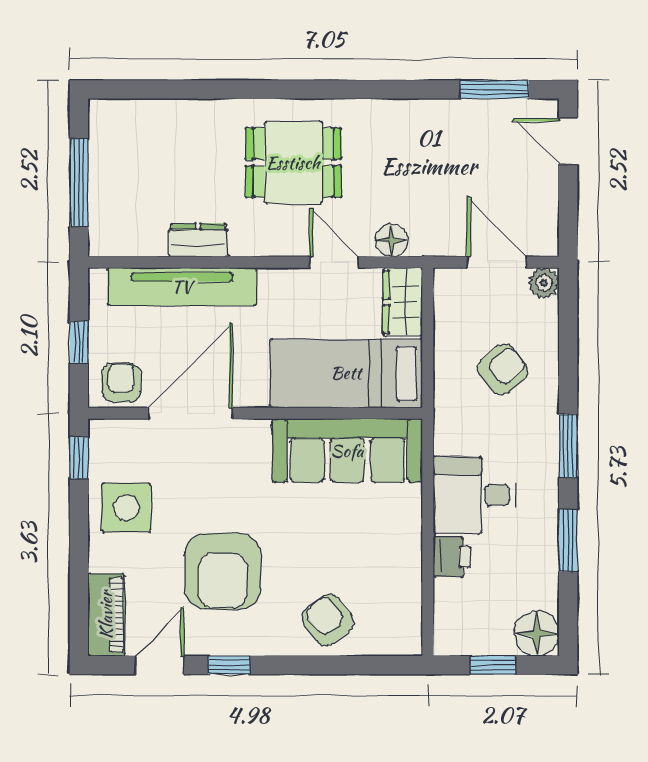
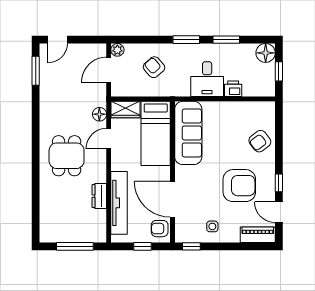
side table: (126, 507) -> (212, 226), width x0.54, depth x0.54

